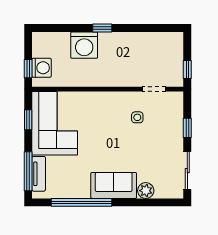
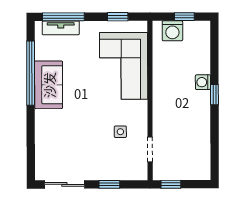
washing machine: (84, 45) -> (203, 82), width x0.53, depth x0.53
window: (28, 69) -> (184, 17), moved
corner sofa: (55, 123) -> (124, 66), moved, turned 90
sofa: (114, 185) -> (49, 85), moved
plant: (146, 191) -> (43, 141), removed

